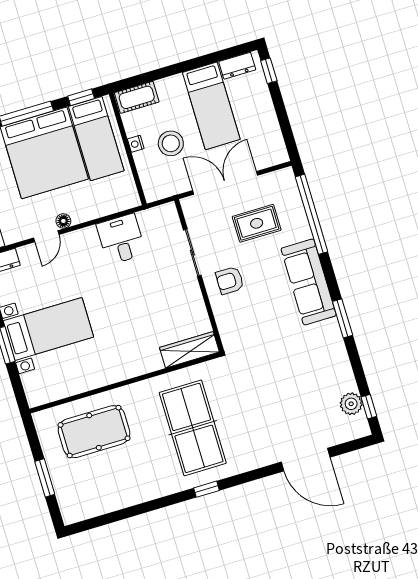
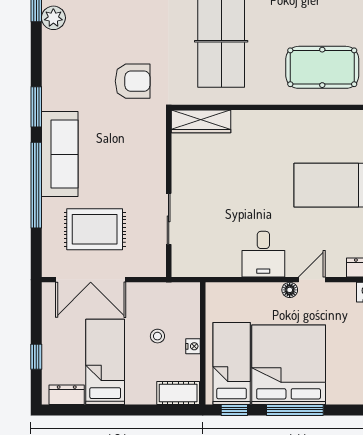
window: (269, 71) -> (36, 357), moved
stool: (171, 143) -> (157, 336), width x0.53, depth x0.53
double door: (225, 183) -> (91, 280), moved
window: (312, 214) -> (36, 185), moved
rug: (257, 223) -> (95, 229), width x1.36, depth x1.43
desk: (121, 239) -> (263, 254), moved
armchair: (230, 280) -> (133, 81), moved, width x1.38, depth x1.38

